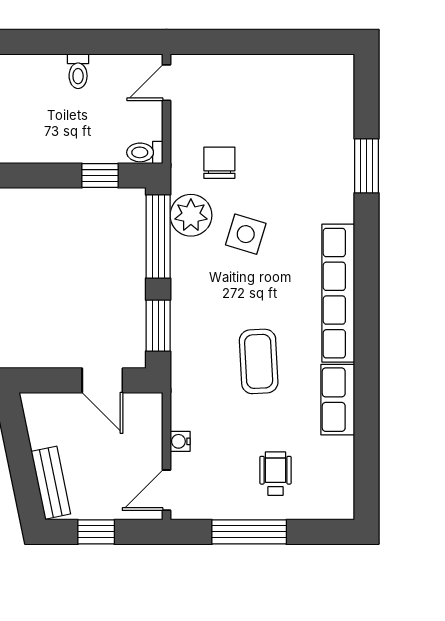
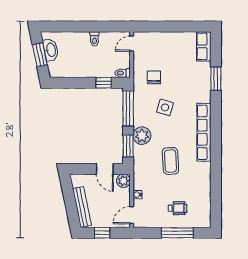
plant: (191, 215) -> (142, 136), moved
row of seats: (338, 400) -> (204, 46), moved
plant: (147, 408) -> (123, 181), added
wheelchair: (275, 474) -> (178, 208), turned 90
bench: (51, 483) -> (82, 207), width x1.36
window: (249, 532) -> (177, 233), moved

